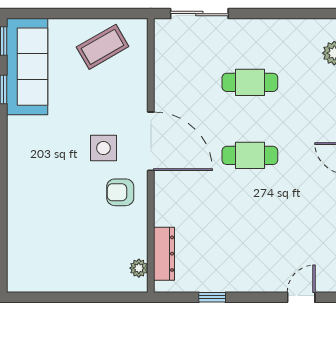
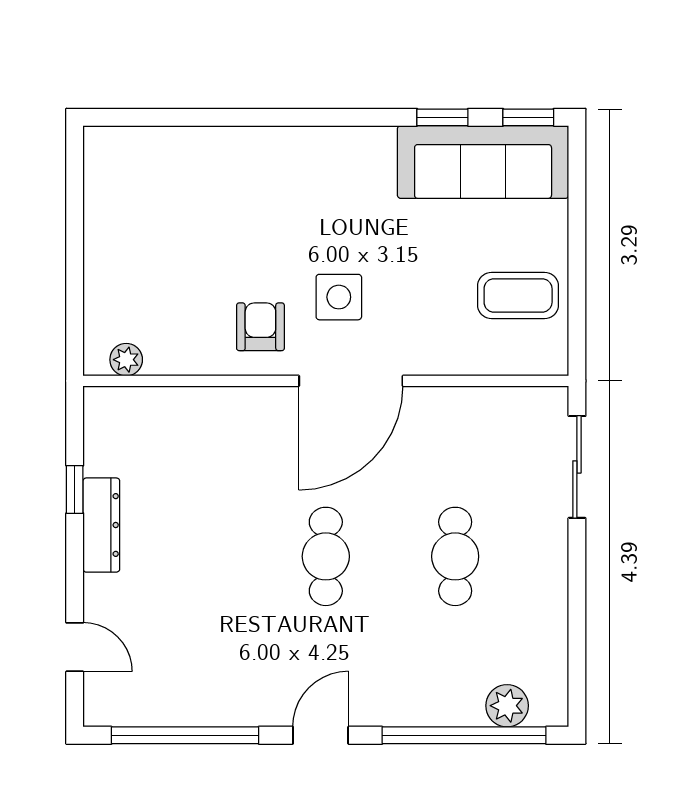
coffee table: (103, 47) -> (518, 295), turned -60
dresser: (164, 254) -> (101, 525), moved, turned -90

